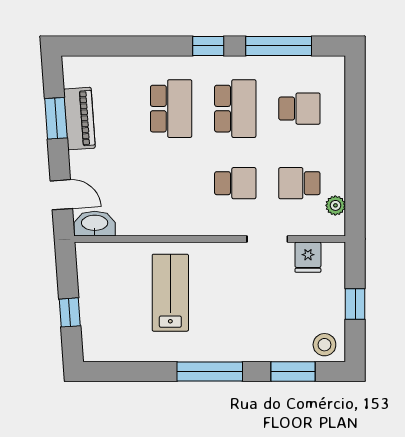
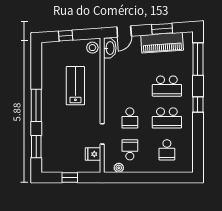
window: (279, 46) -> (198, 59), moved
piano: (79, 119) -> (162, 43), width x1.37, depth x1.33
lab bench: (170, 293) -> (75, 86), turned -90
stool: (324, 345) -> (92, 48), moved

